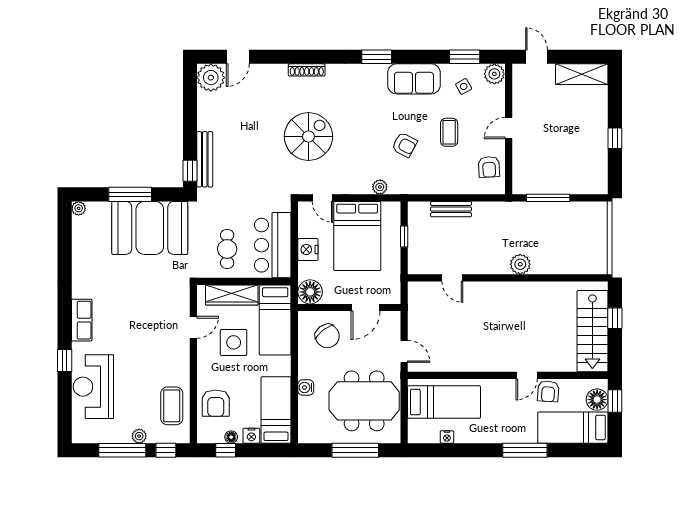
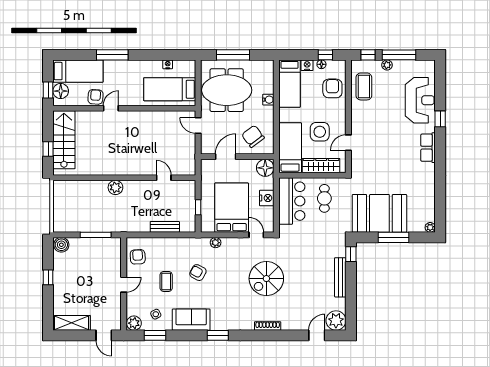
bench: (205, 159) -> (340, 277), moved
boiler: (596, 184) -> (61, 245), added

